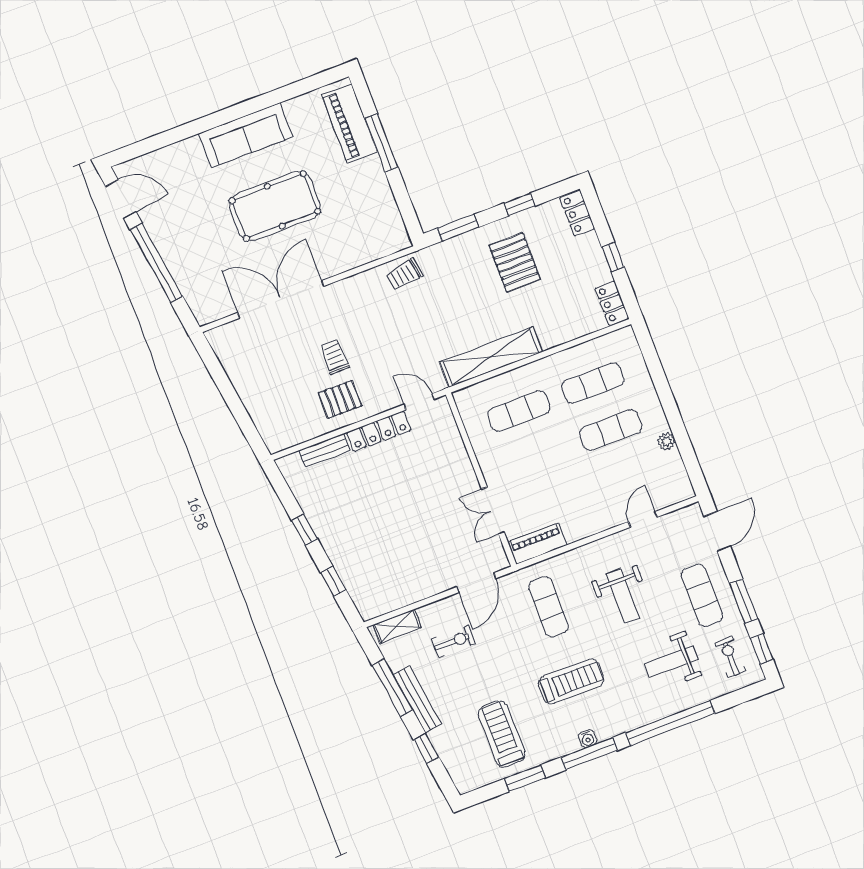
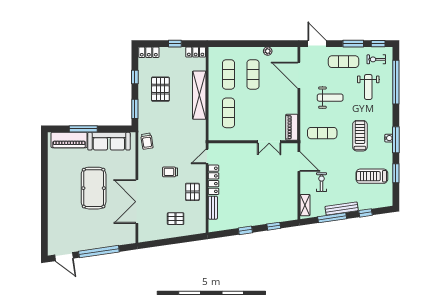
sofa: (246, 135) -> (109, 141), moved, turned 90
door: (121, 199) -> (64, 257), swing flipped
pallet: (515, 262) -> (160, 89), turned 90
trolley: (335, 357) -> (170, 172), moved
shelving: (491, 357) -> (199, 95), moved
pallet: (276, 387) -> (176, 219), added
door: (643, 519) -> (299, 75), width x1.87
window: (670, 723) -> (396, 82), moved

